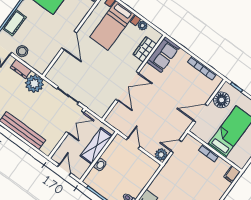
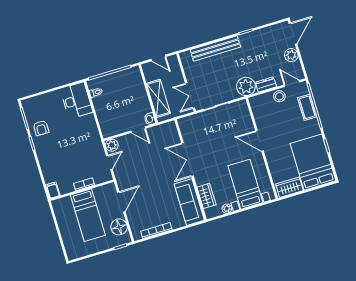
sofa: (163, 55) -> (189, 202), width x1.36
washbasin: (100, 165) -> (150, 119), moved

